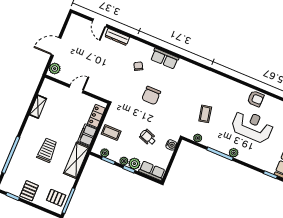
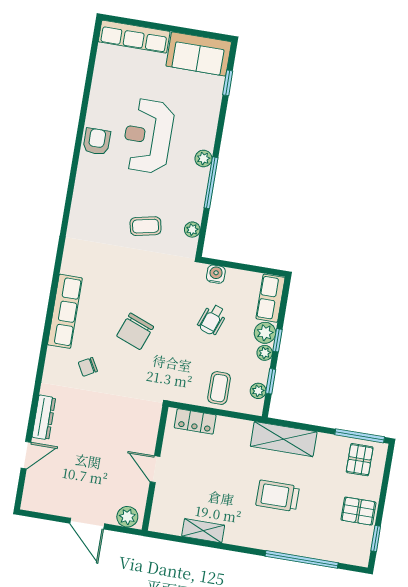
row of seats: (165, 59) -> (65, 311), width x1.48
chair: (151, 96) -> (135, 331), turned 111
filing cabinet: (87, 135) -> (233, 430), removed

